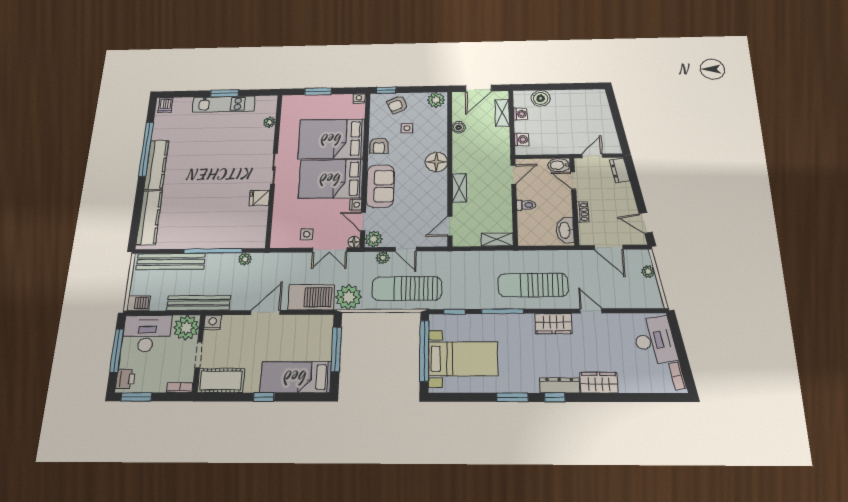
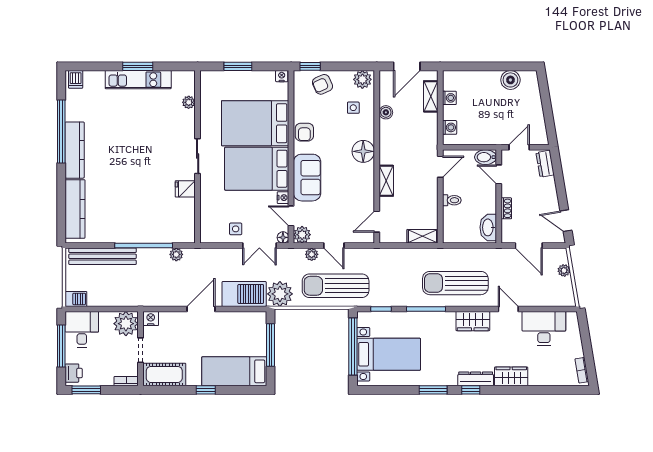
boiler: (541, 98) -> (510, 80), moved
side table: (407, 128) -> (353, 108), moved
bench: (199, 303) -> (135, 299), removed
desk: (147, 334) -> (82, 329), width x0.73
desk: (655, 340) -> (544, 328), moved, turned -81

